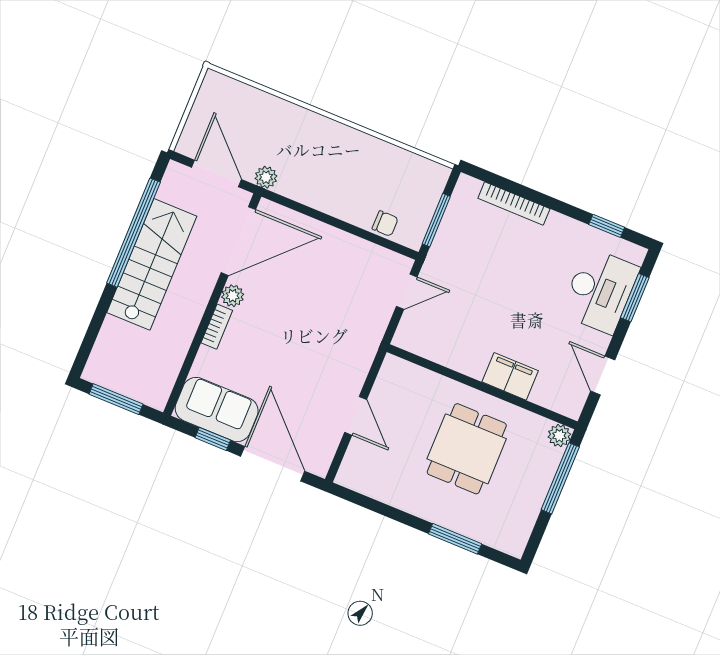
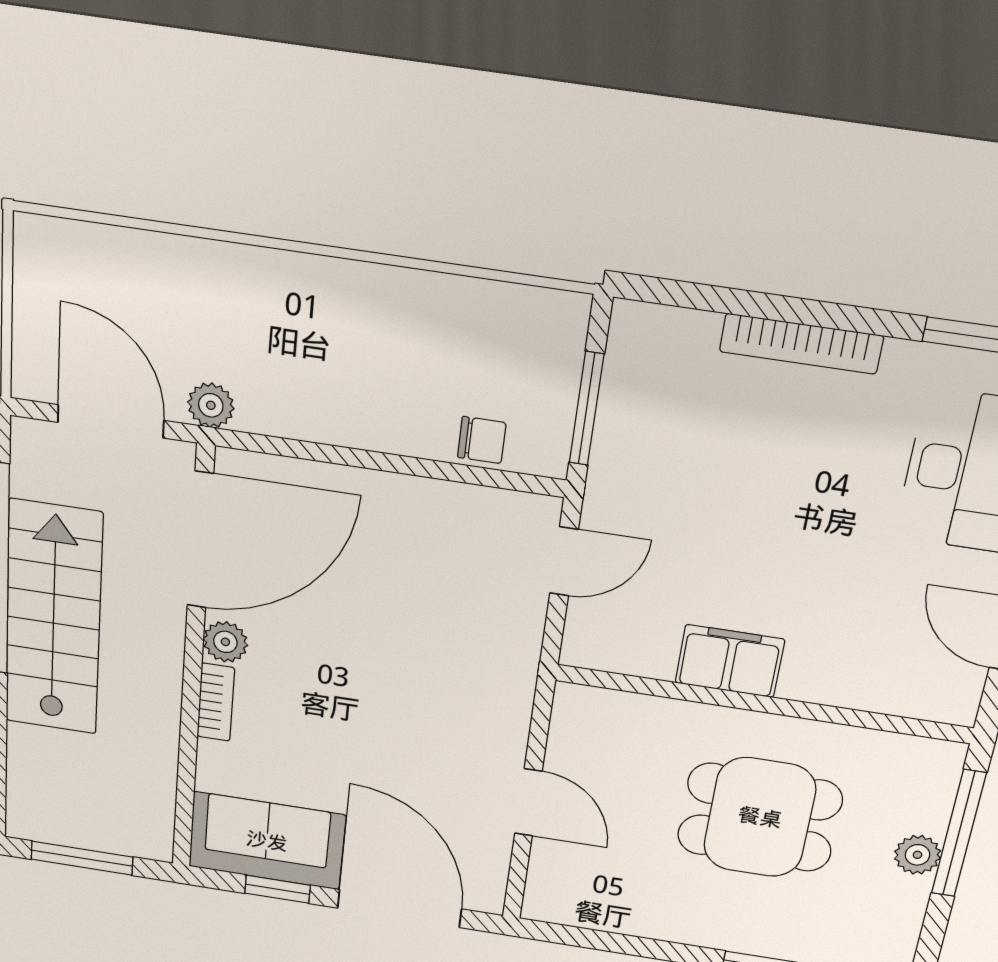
bookcase: (514, 204) -> (801, 344), moved
filing cabinet: (510, 376) -> (730, 661), moved
plant: (559, 436) -> (918, 855), moved
dining table: (467, 449) -> (760, 817), turned 90

